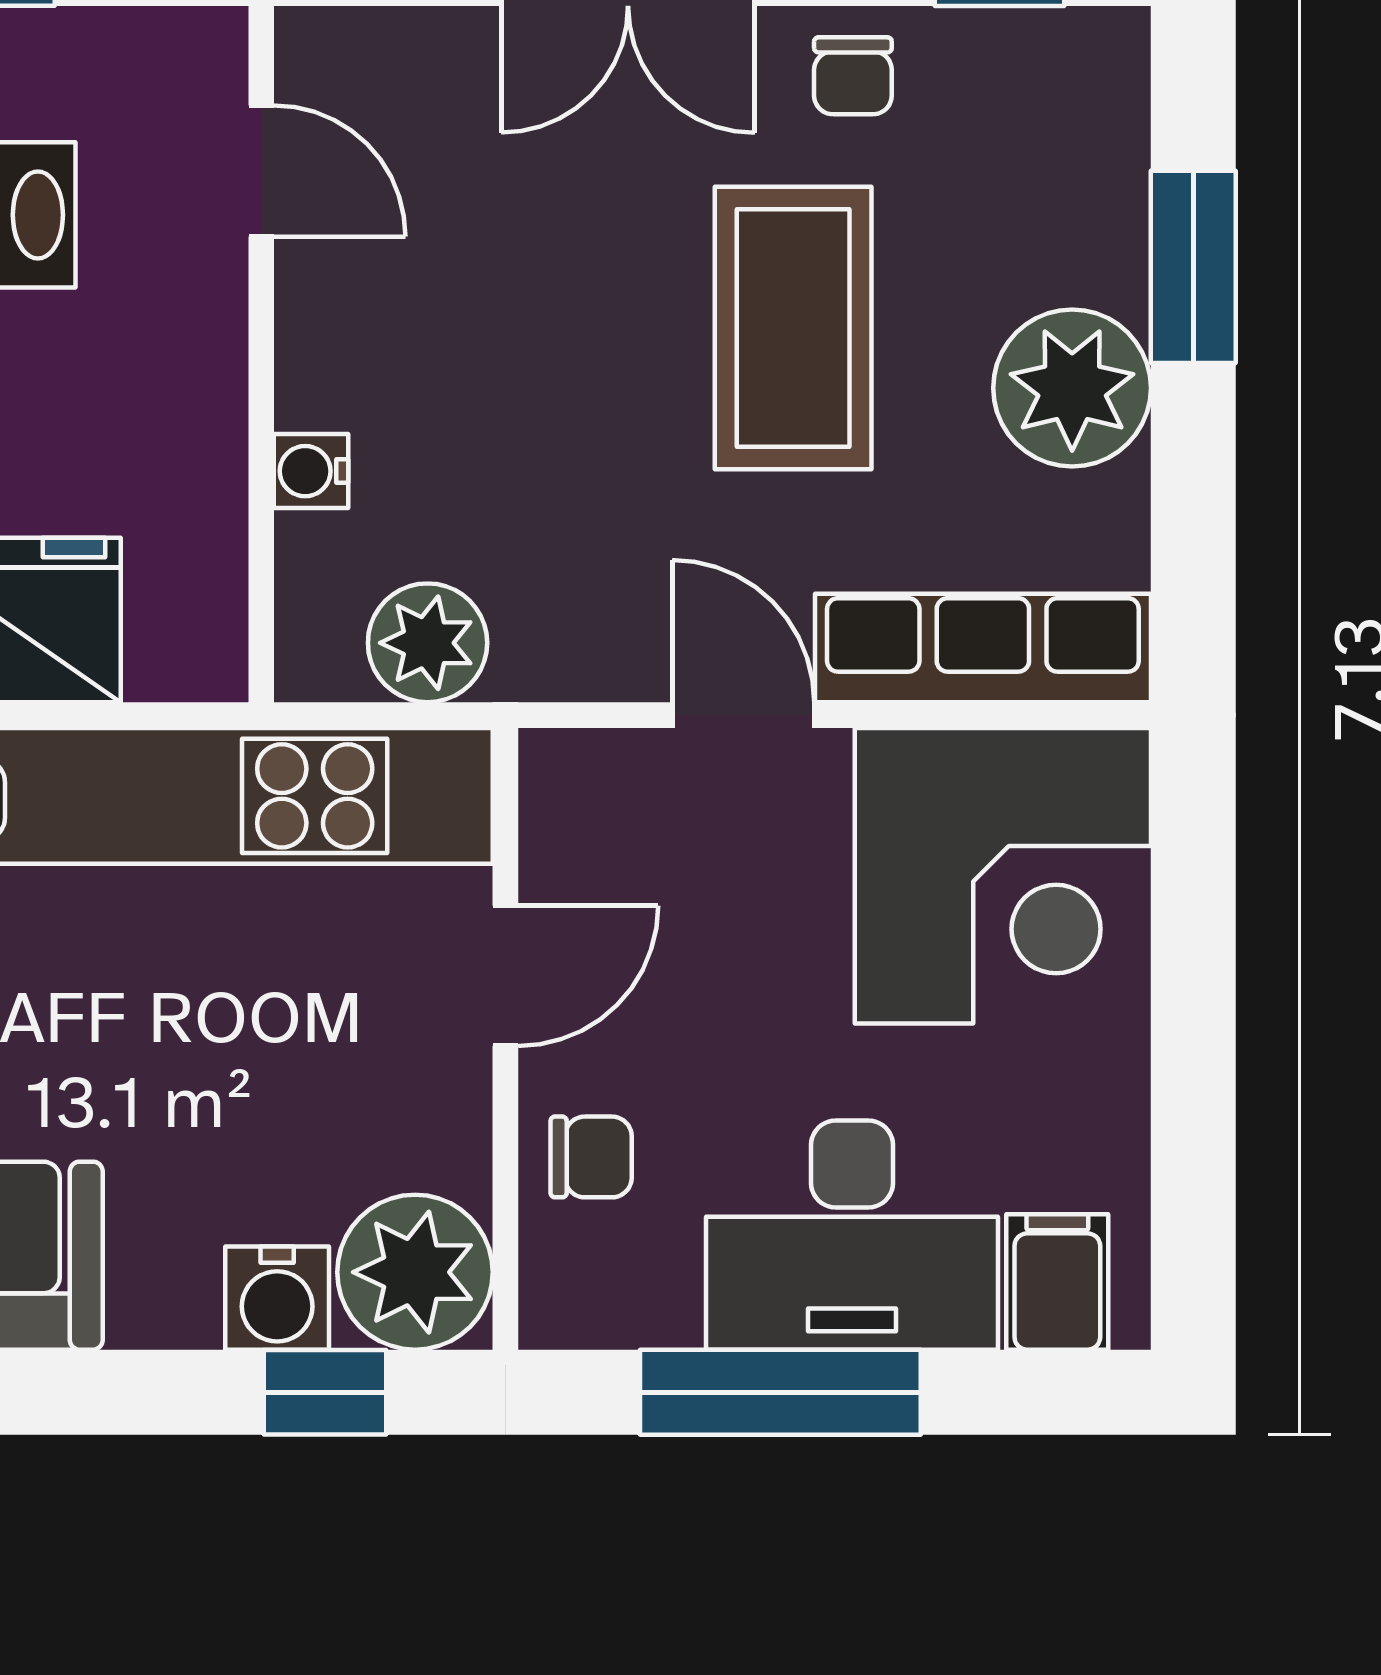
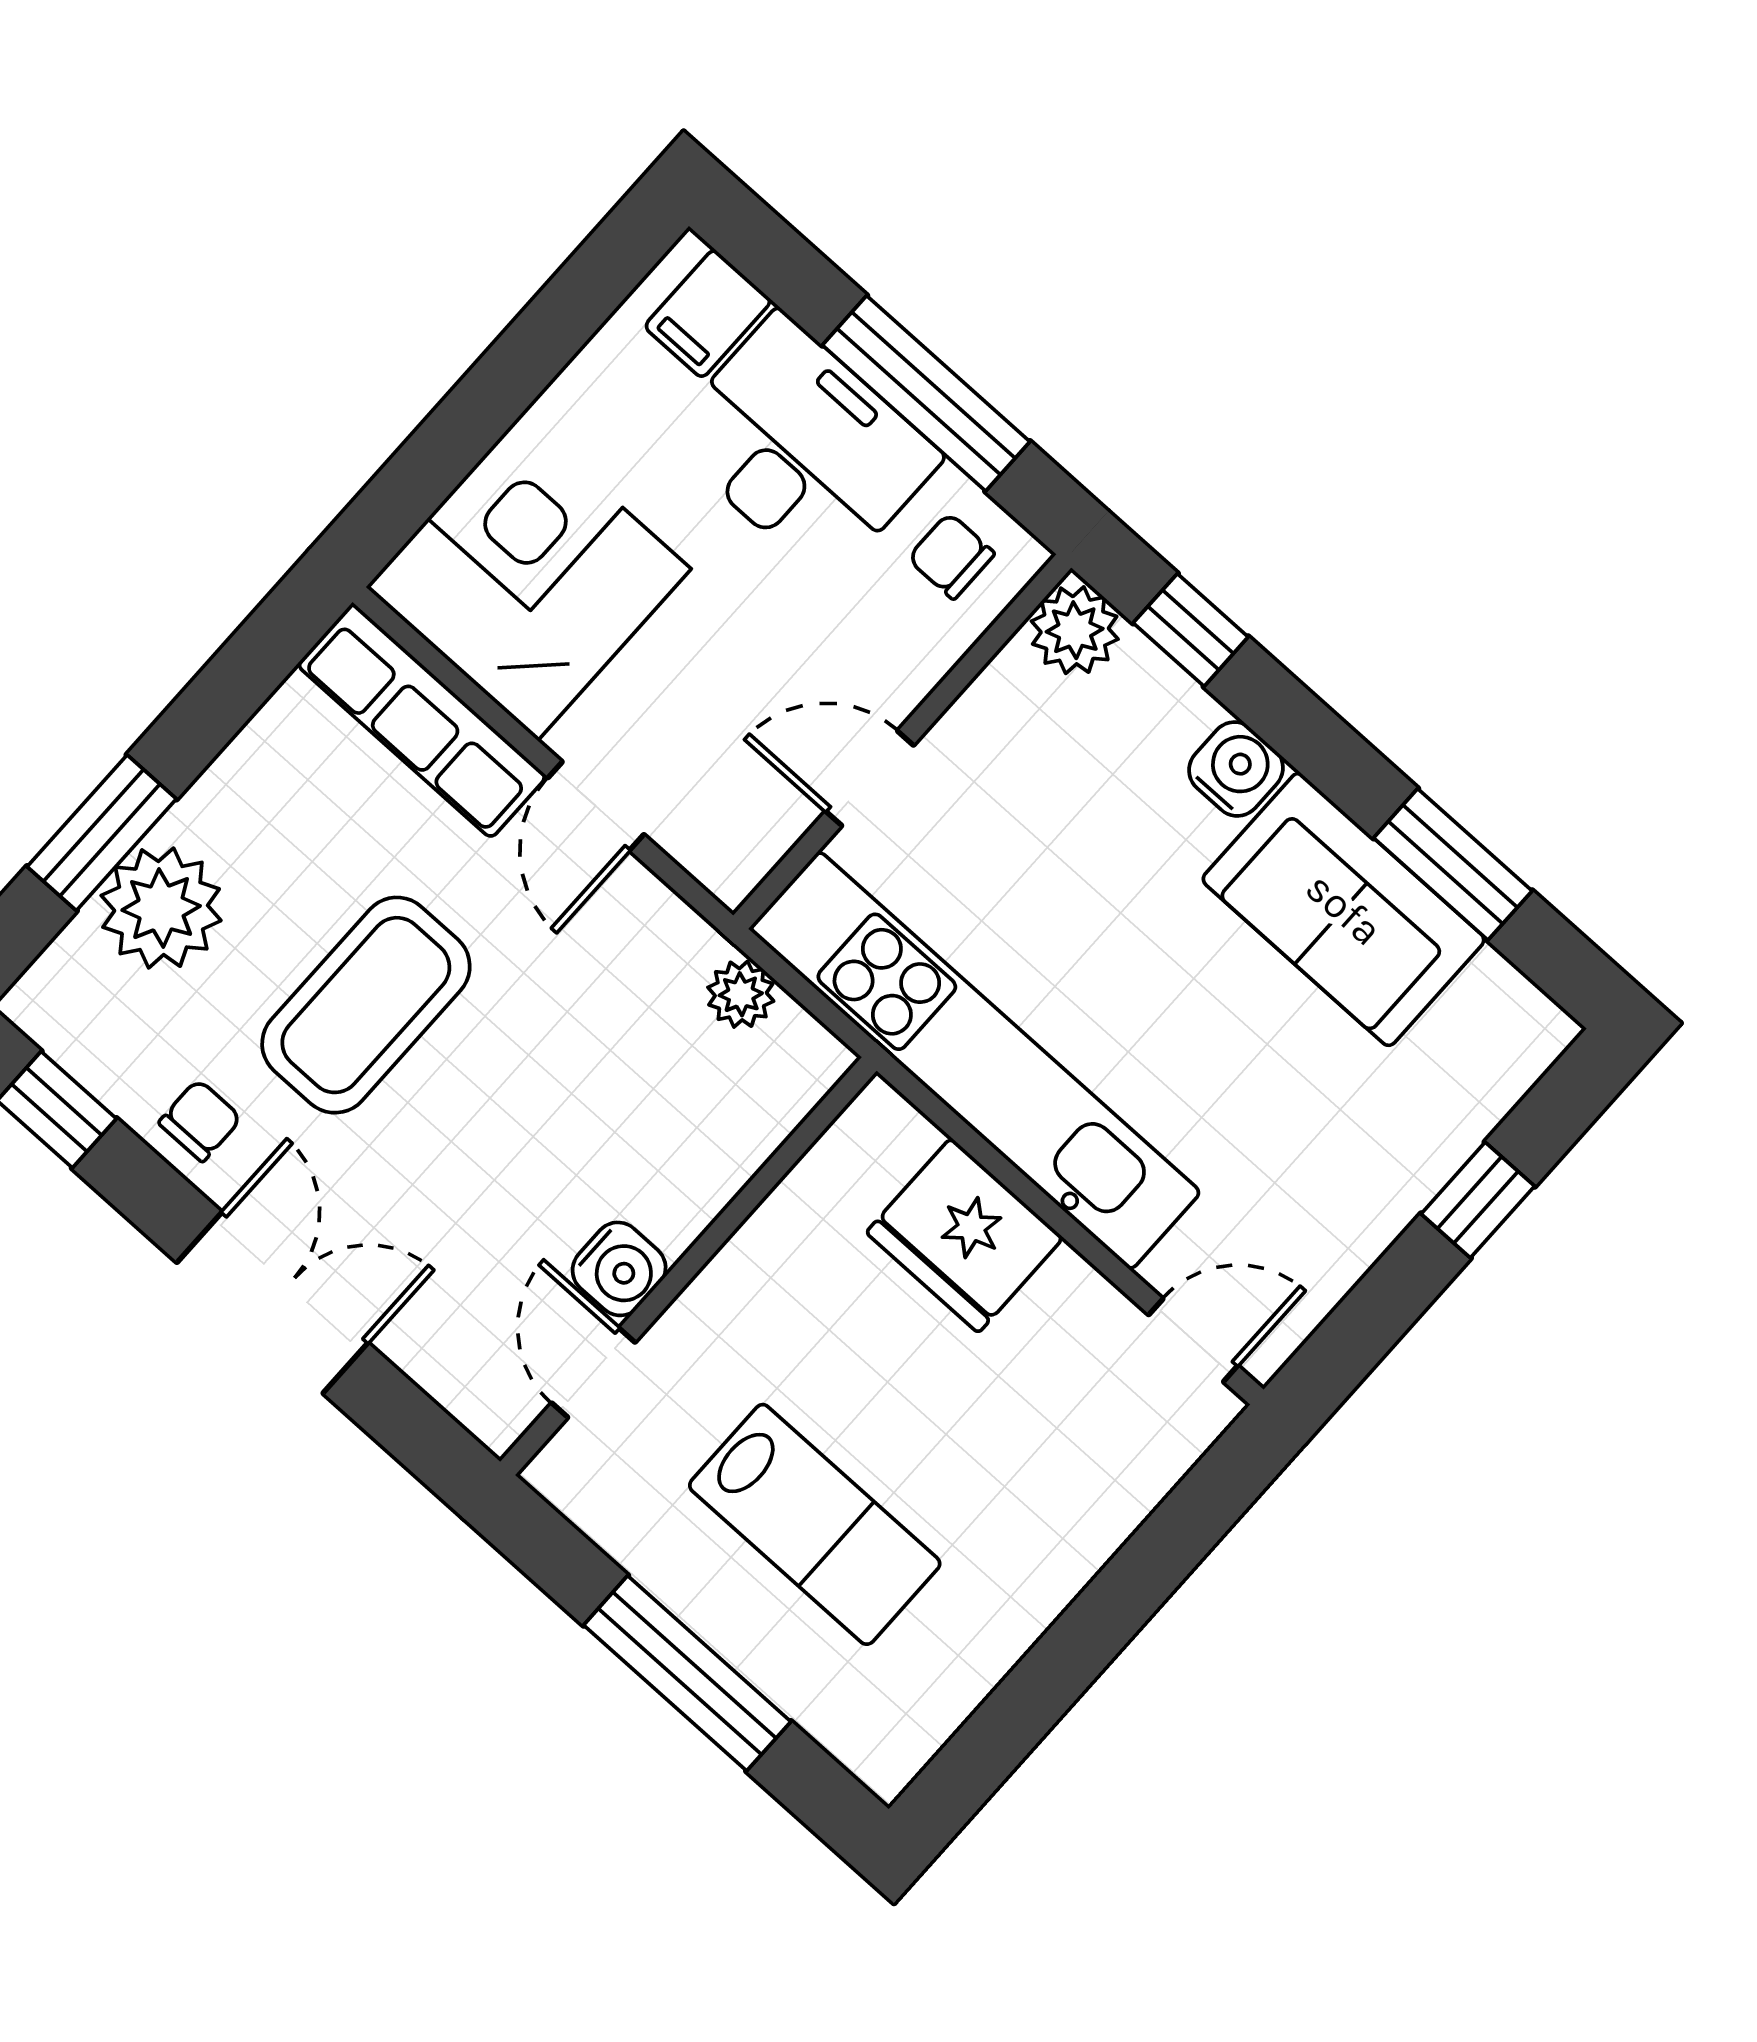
plant: (1072, 388) -> (161, 908), moved
water cooler: (311, 471) -> (619, 1269), moved, width x1.38, depth x1.38
plant: (428, 643) -> (741, 994), width x0.73, depth x0.73
chair: (591, 1157) -> (951, 556), moved
plant: (415, 1272) -> (1075, 630), width x0.73, depth x0.73
water cooler: (277, 1298) -> (1236, 769), moved

